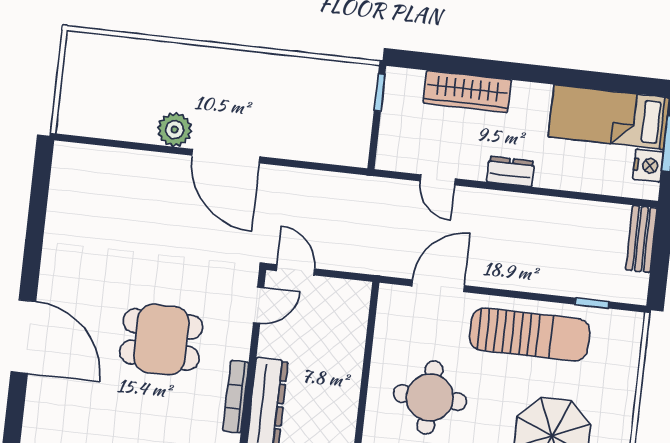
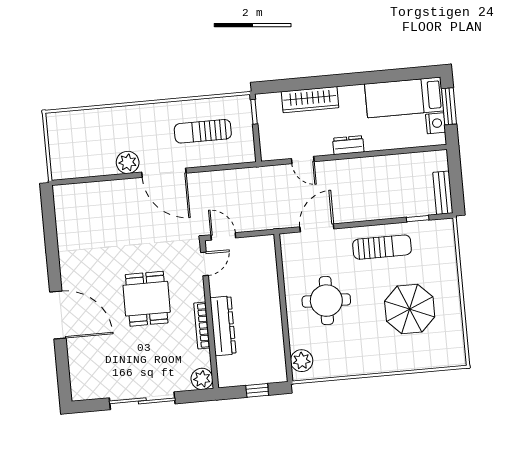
sun lounger: (297, 106) -> (203, 131), added
bench: (641, 239) -> (443, 193), moved
sun lounger: (530, 334) -> (382, 247), width x0.73, depth x0.75
dining table: (161, 339) -> (147, 299), turned 90

